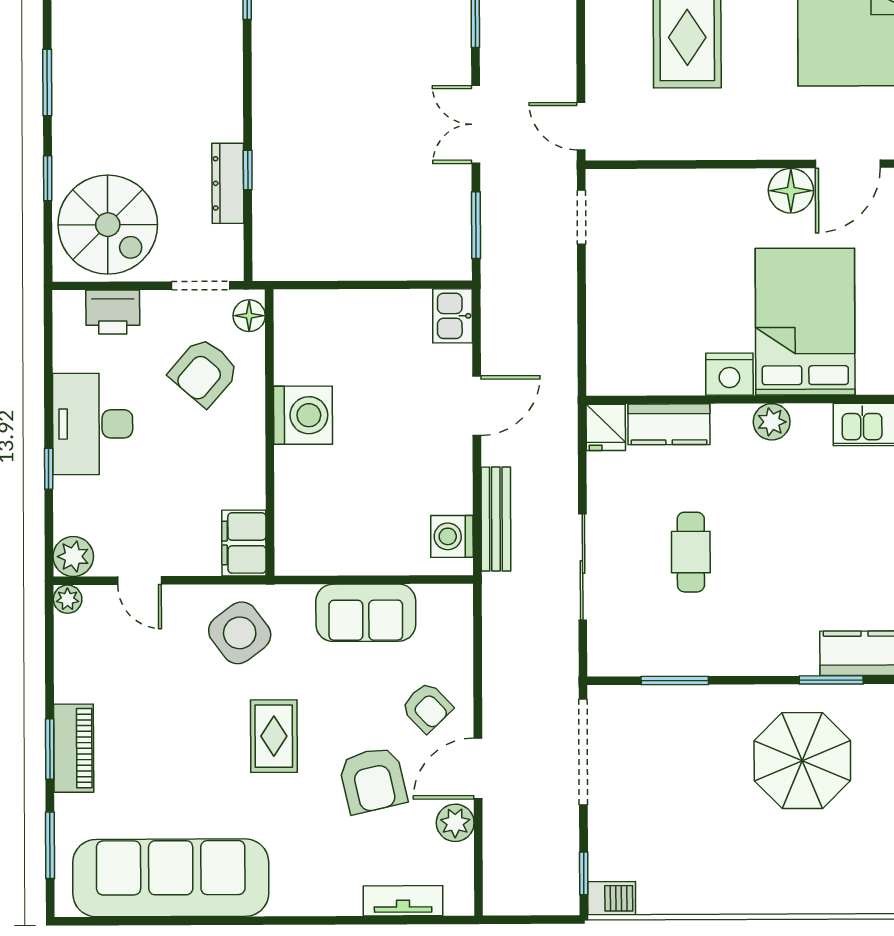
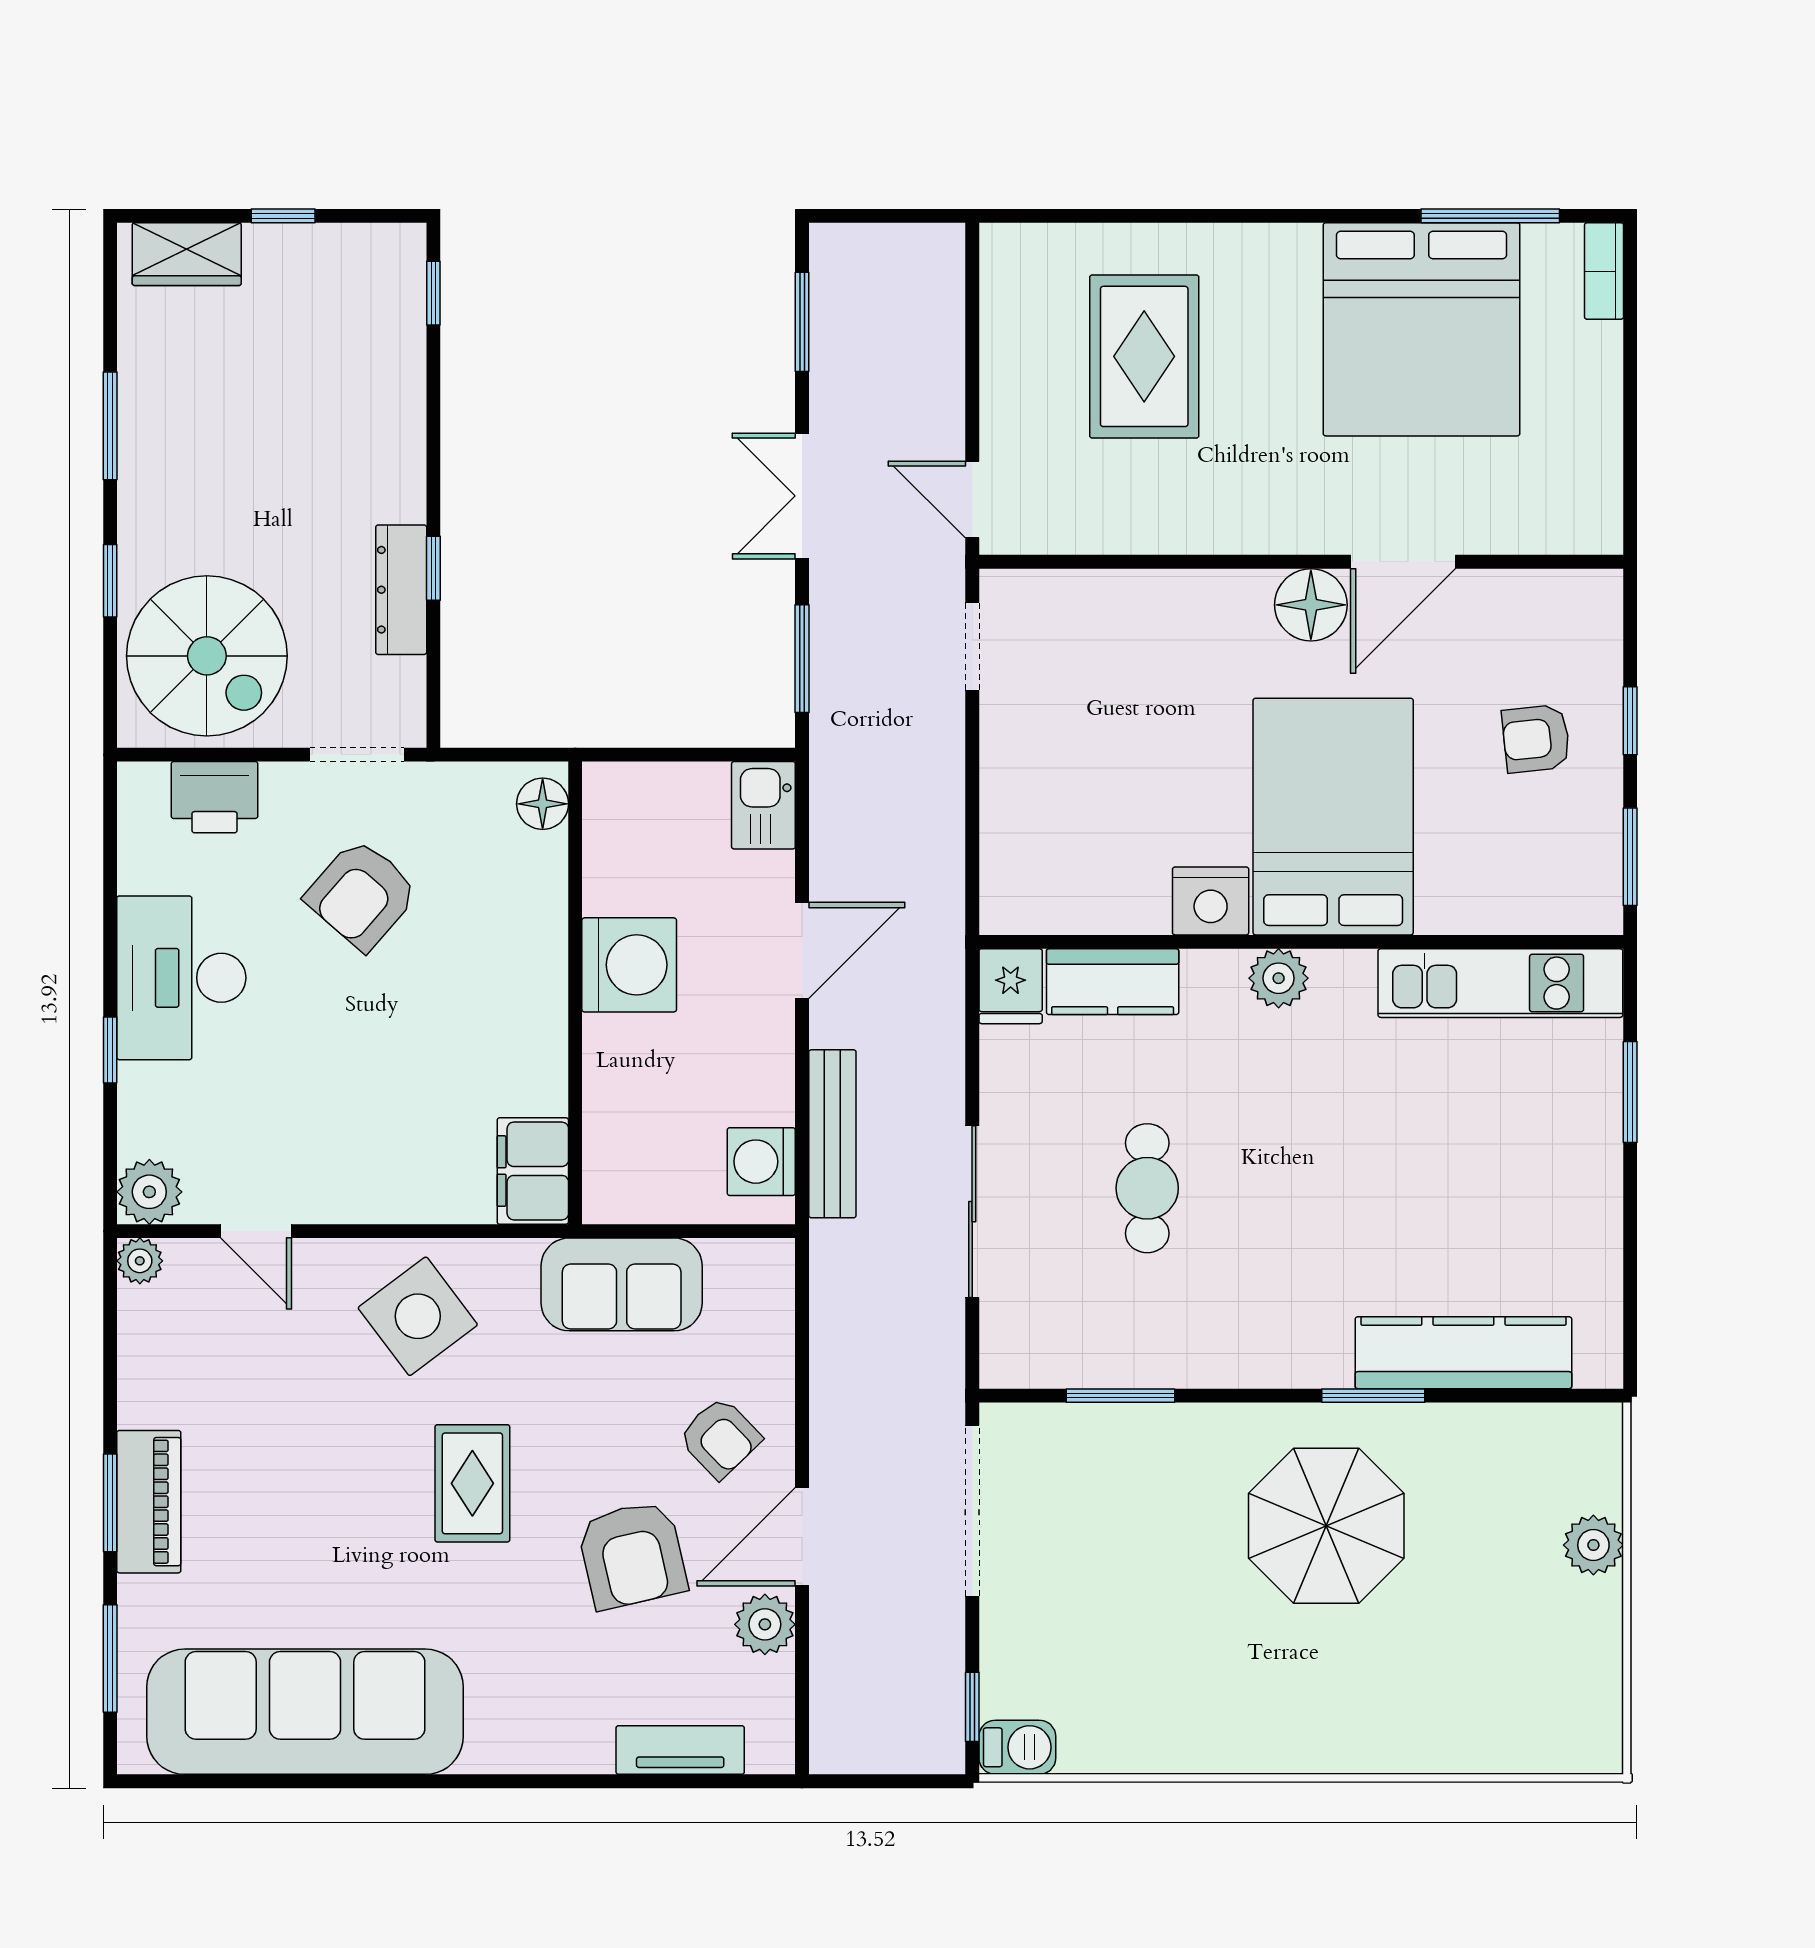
floor lamp: (249, 316) -> (543, 804), moved
washing machine: (303, 415) -> (629, 965), moved
wall: (270, 433) -> (575, 993), moved
filing cabinet: (244, 543) -> (533, 1171), moved

